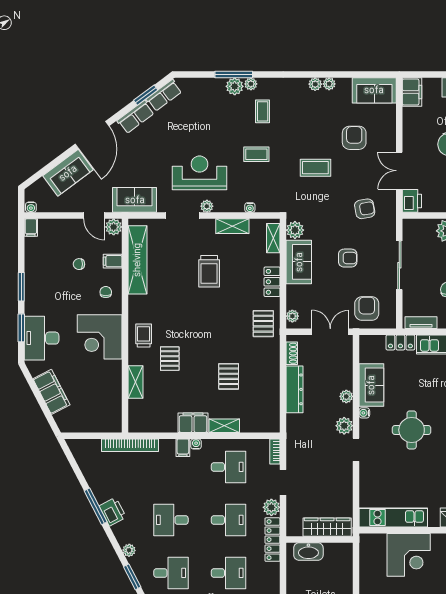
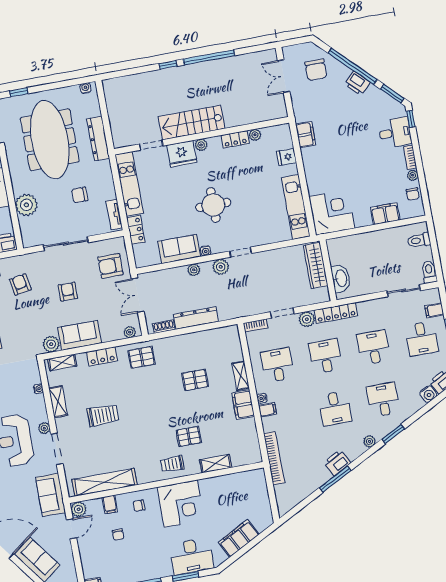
corner desk: (409, 555) -> (332, 212), moved

